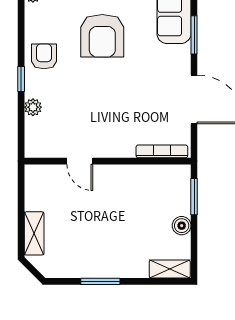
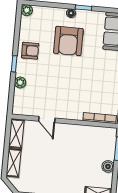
armchair: (44, 56) -> (30, 51), turned 90
shelving: (34, 188) -> (16, 134), added

